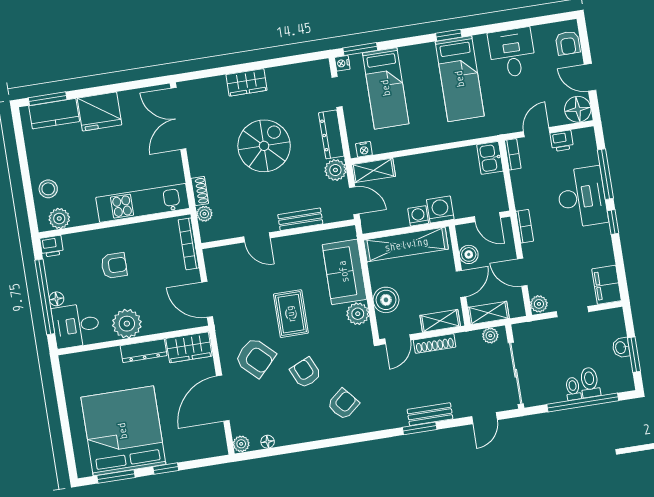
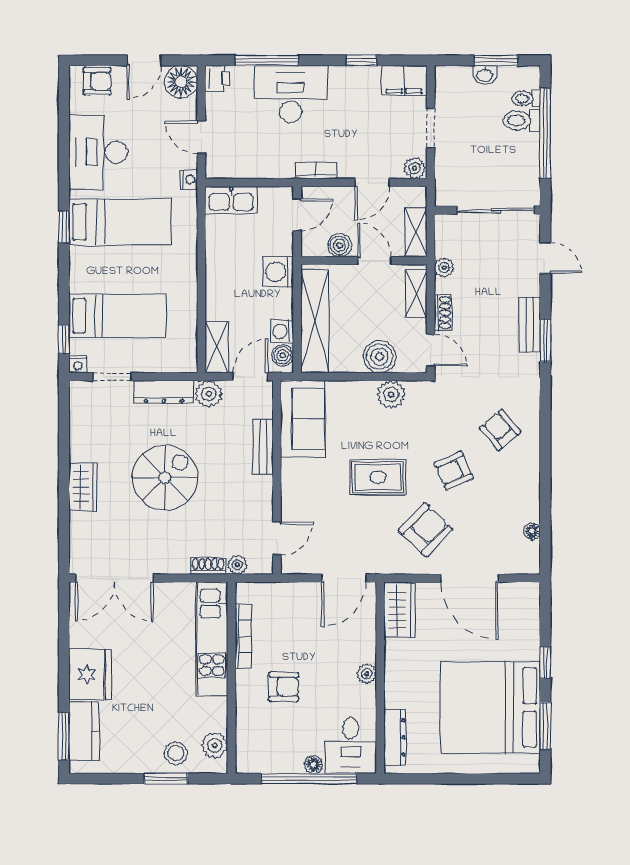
window: (360, 49) -> (64, 339), width x0.67
desk: (512, 53) -> (98, 152), width x1.37
printer: (562, 141) -> (217, 79), moved
spiral stairs: (264, 146) -> (165, 478), turned 90
nightstand: (364, 149) -> (189, 180), moved
bookcase: (513, 154) -> (224, 171), removed
kitchen sink: (490, 158) -> (231, 200), width x1.38
window: (27, 184) -> (166, 779), added
washing machine: (418, 216) -> (282, 331), moved
window: (613, 222) -> (361, 60), moved
boiler: (375, 223) -> (283, 355), added
door: (257, 237) -> (277, 538), moved
bookcase: (189, 244) -> (243, 636), moved, turned -90
printer: (52, 246) -> (247, 760), removed
armchair: (114, 266) -> (284, 687), turned 90
sofa: (344, 272) -> (303, 419), moved, turned -90
plant: (127, 324) -> (367, 674), width x0.53, depth x0.53
plant: (490, 336) -> (444, 268), moved
shoe rack: (435, 343) -> (443, 313), width x0.70
dresser: (144, 351) -> (395, 737), moved
toilet: (573, 389) -> (526, 99), moved
plant: (241, 444) -> (529, 564), removed

